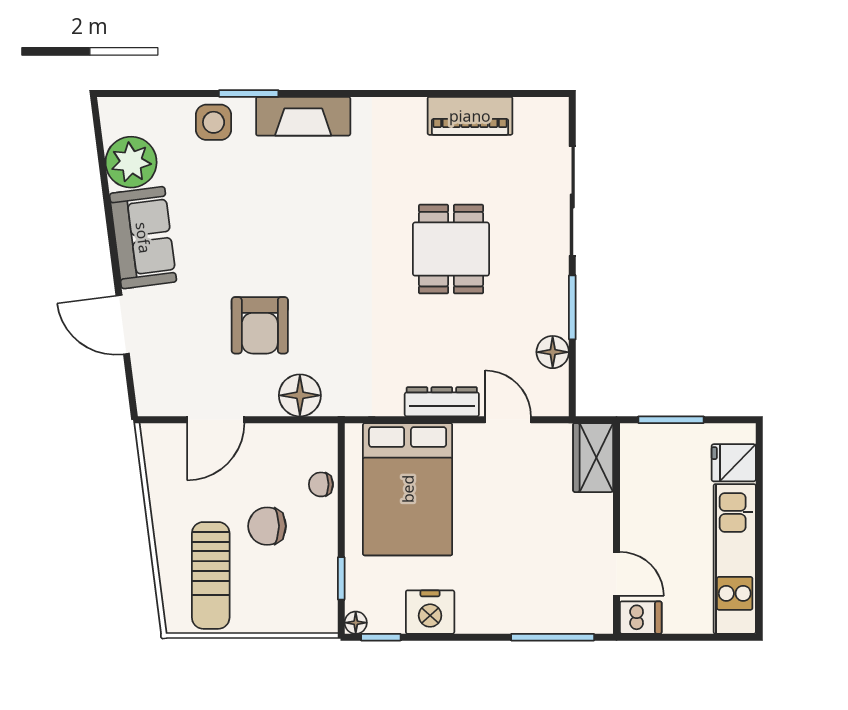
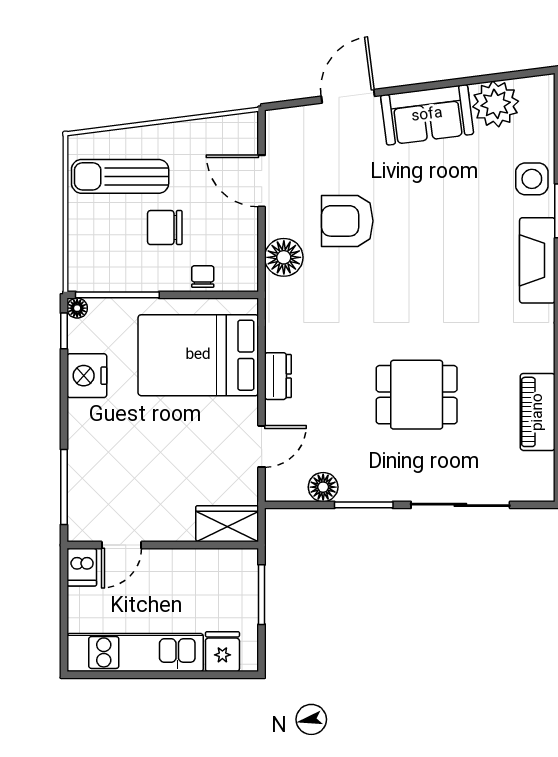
dresser: (442, 402) -> (278, 376), width x0.70
chair: (267, 526) -> (165, 228), turned -90
window: (341, 578) -> (117, 295), width x2.17

